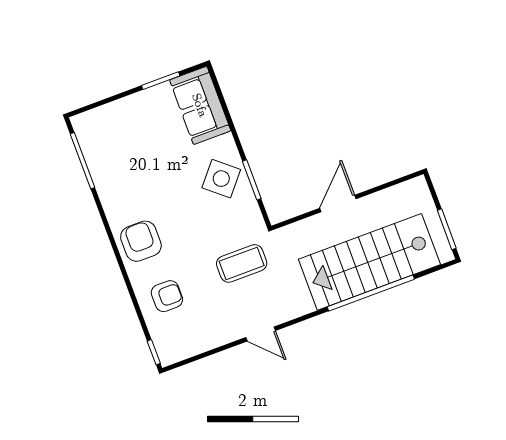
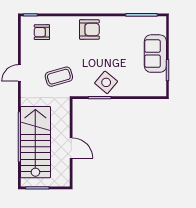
sofa: (200, 105) -> (155, 54), moved, turned -90
door: (338, 204) -> (71, 148), moved
coffee table: (242, 263) -> (59, 77), turned 74
armchair: (167, 296) -> (42, 32), moved, turned 90

